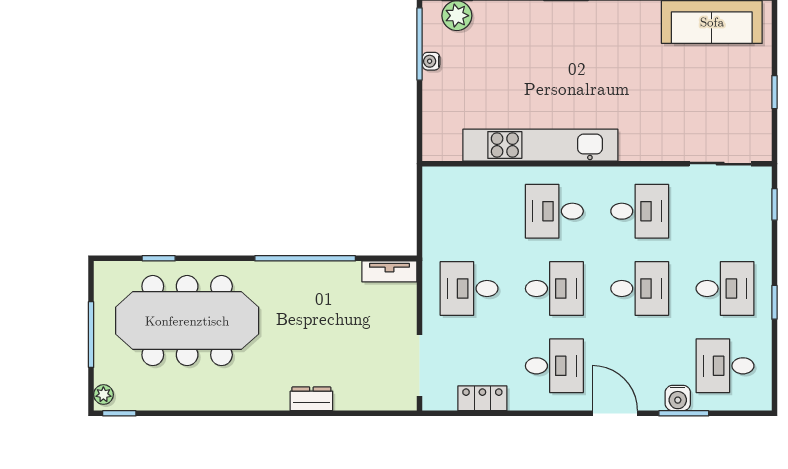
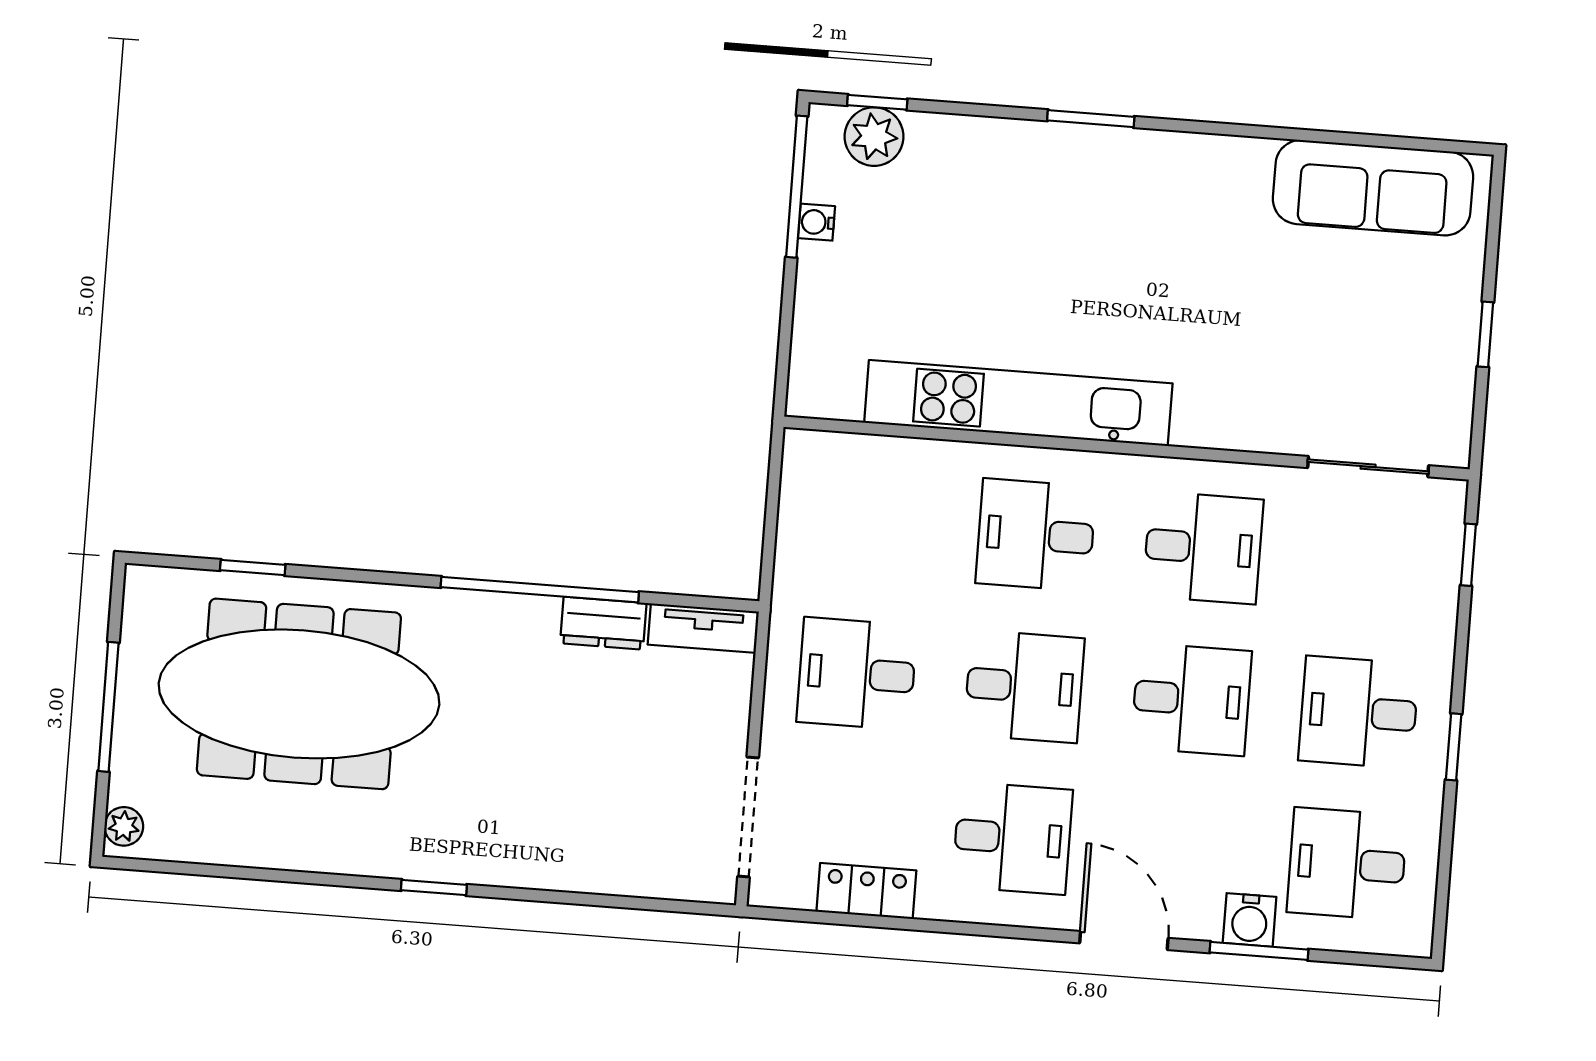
desk: (725, 289) -> (1359, 712), turned 180
dresser: (311, 399) -> (603, 623), moved, turned 180
window: (119, 413) -> (434, 887), moved

